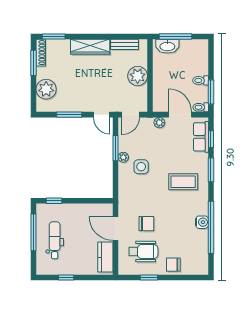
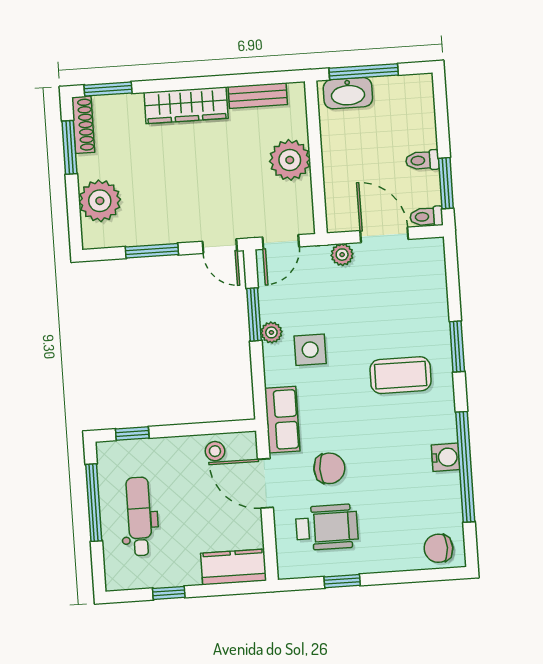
row of seats: (201, 137) -> (282, 420), moved, turned 180
window: (211, 139) -> (453, 282), removed
stool: (93, 212) -> (215, 451), added
kitchen counter: (105, 257) -> (234, 567), moved, turned 90
chair: (173, 265) -> (438, 548), moved

